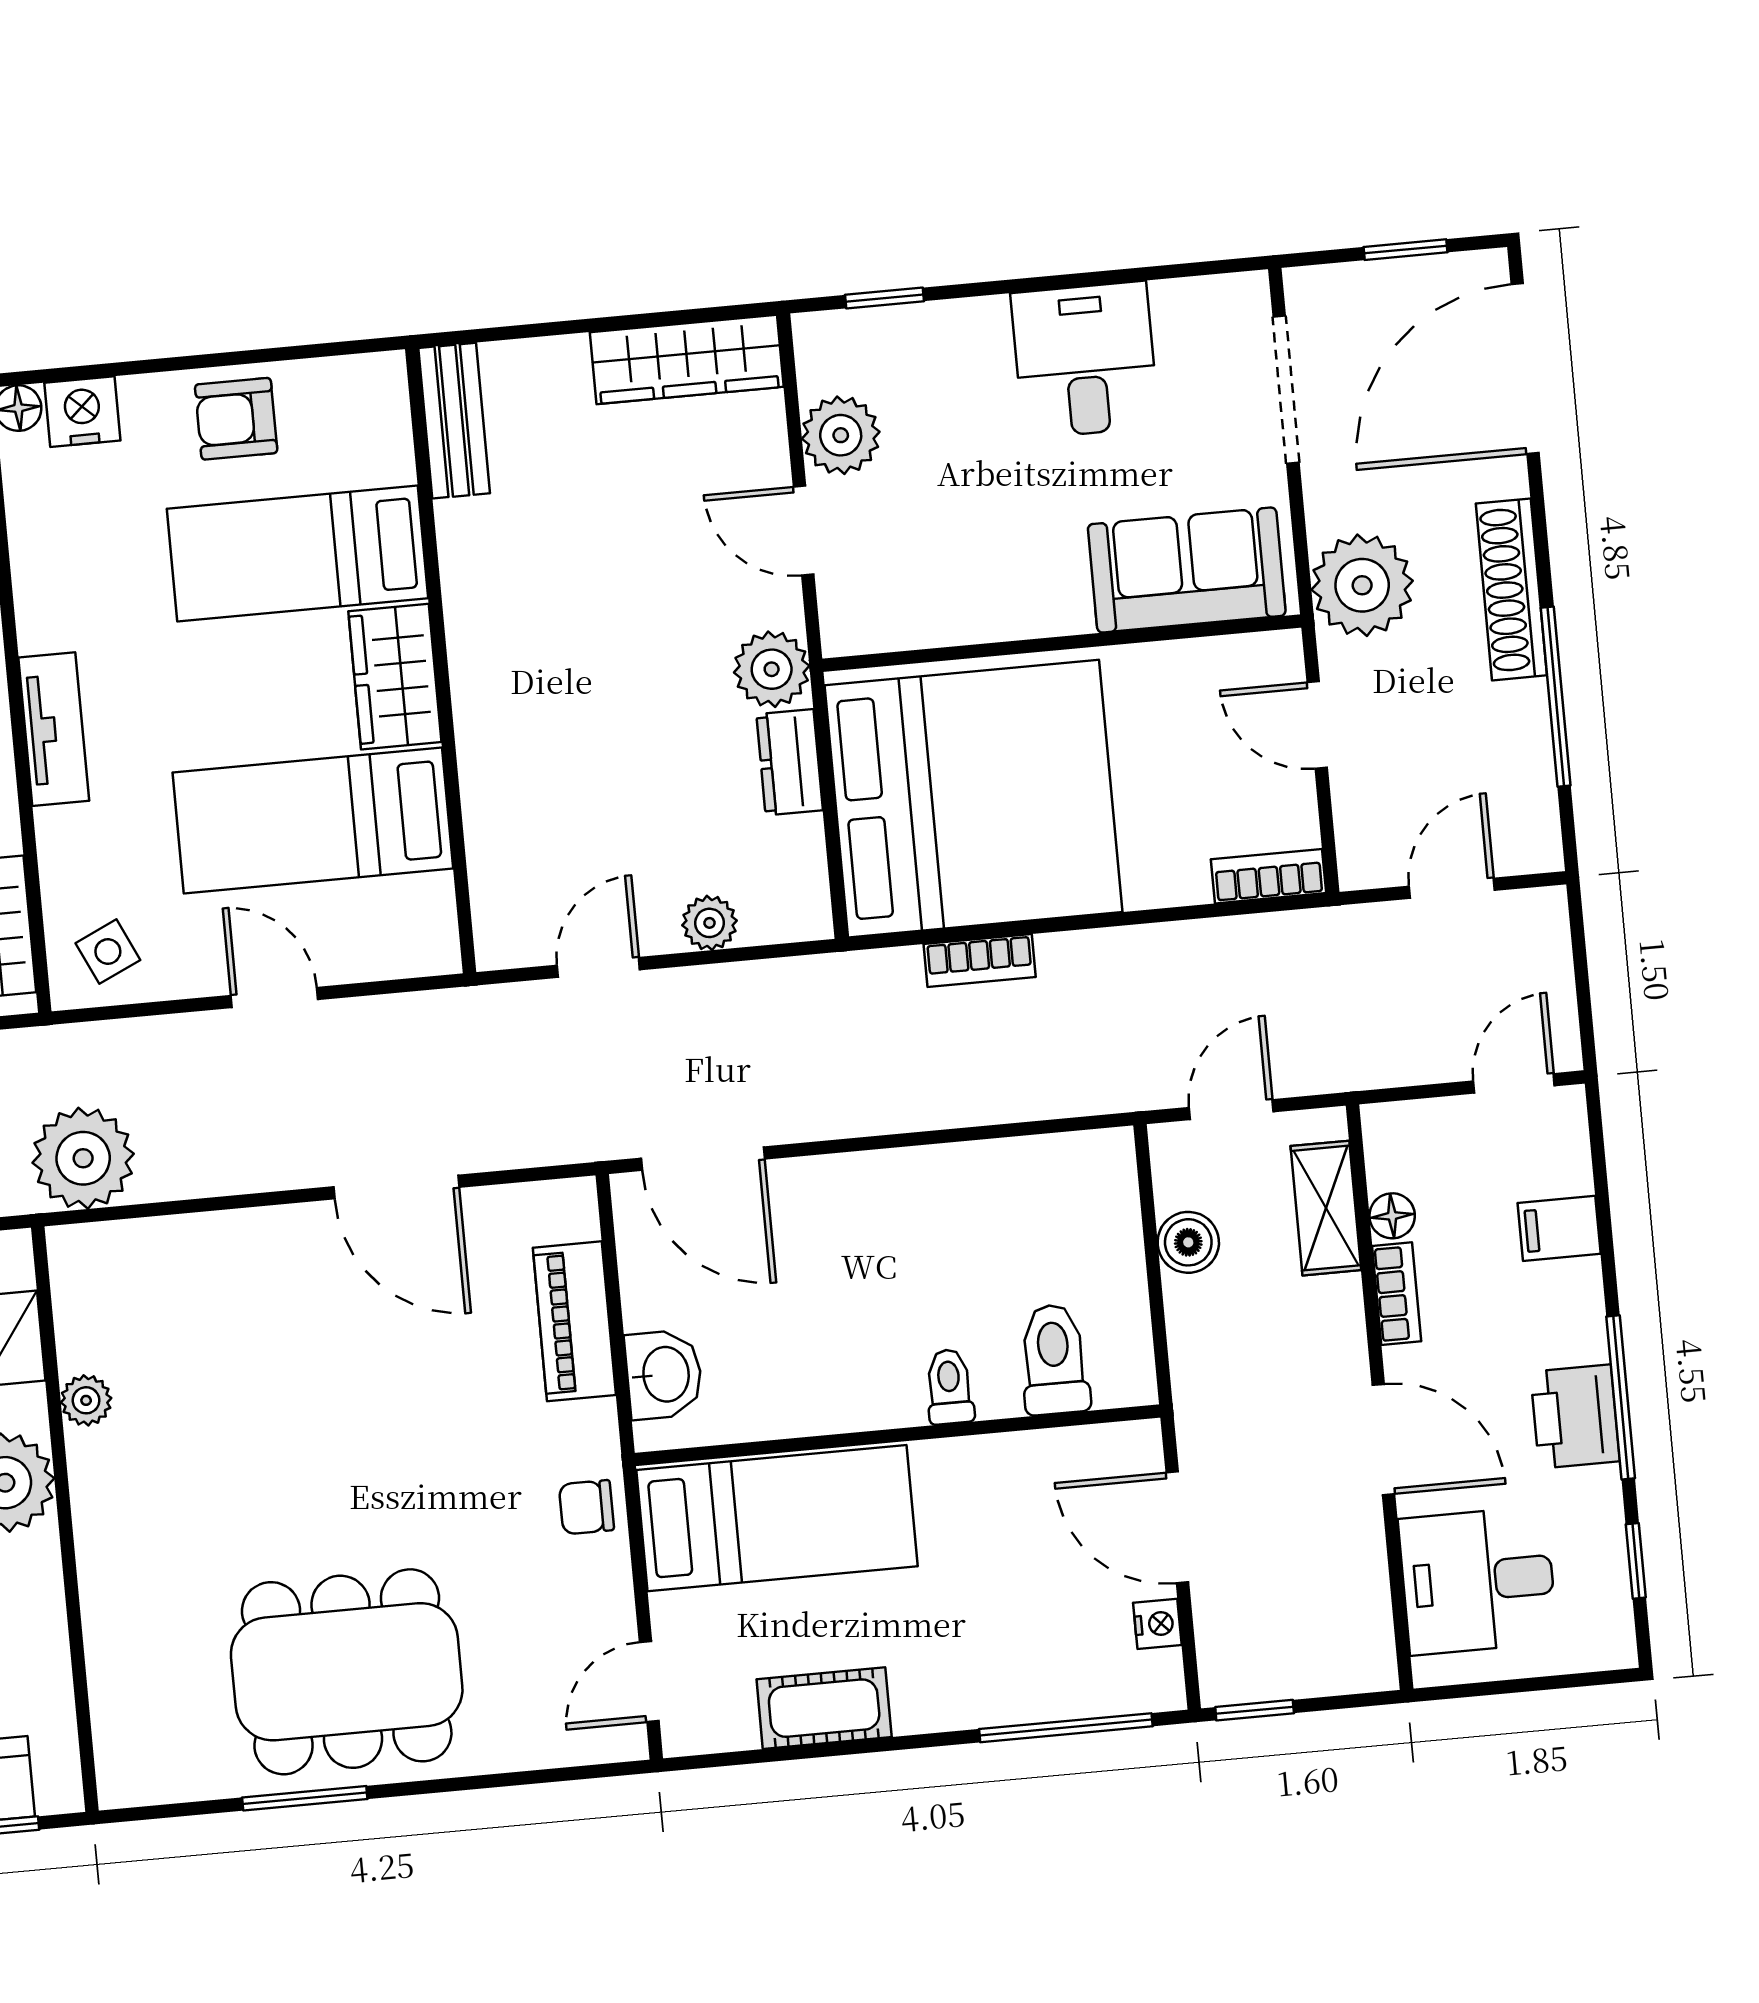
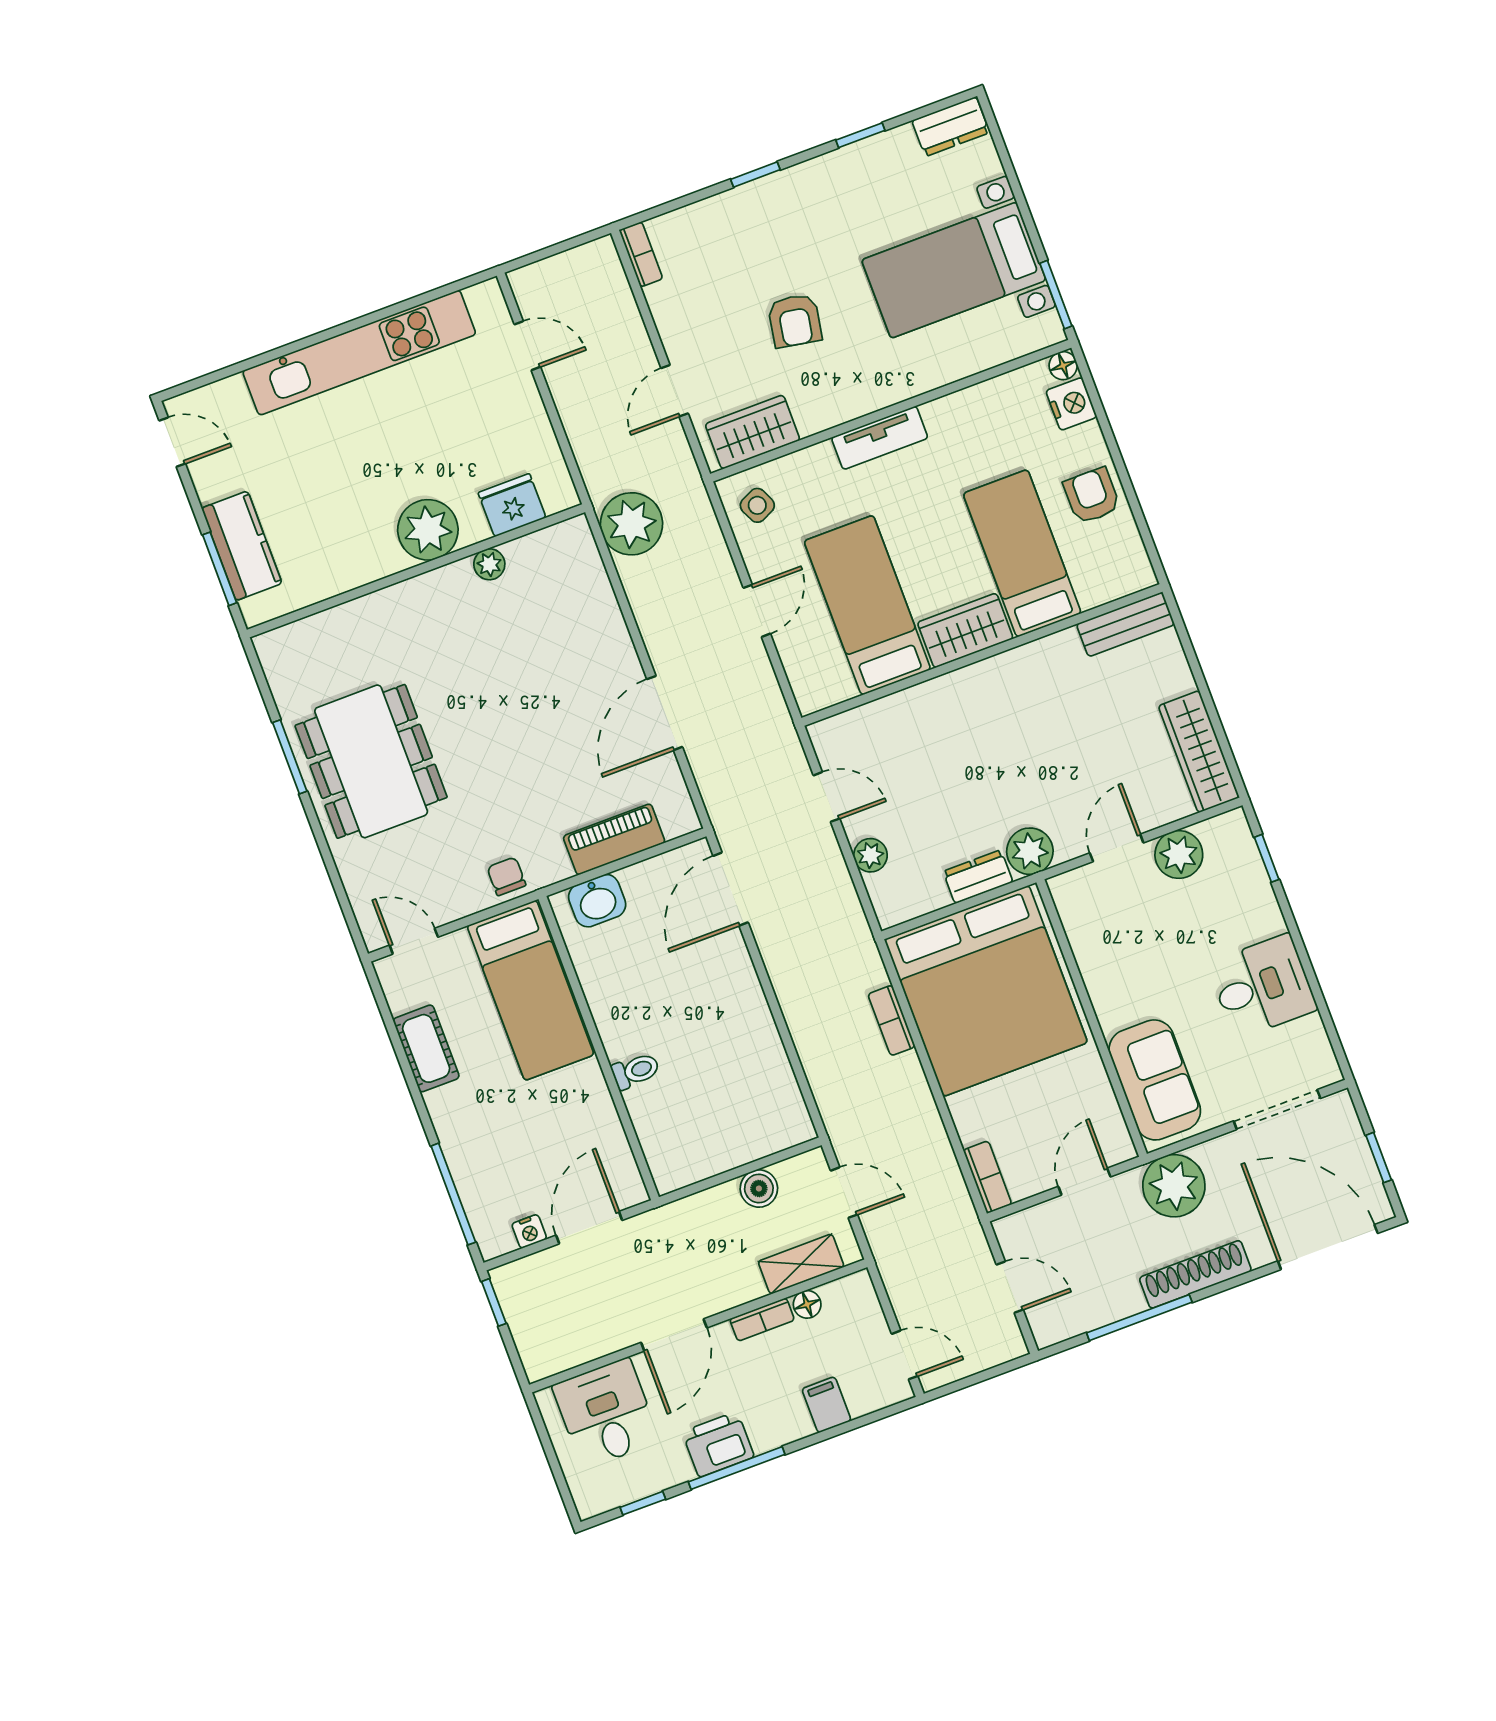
toilet: (1054, 1359) -> (668, 1128), removed

